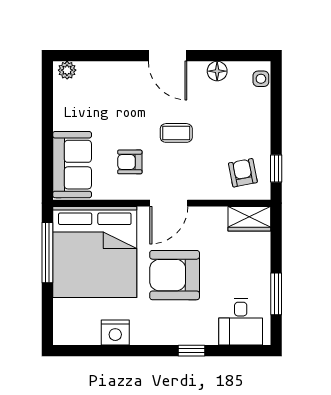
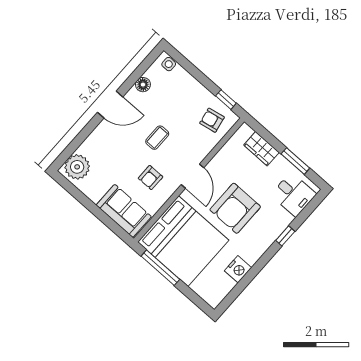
plant: (67, 70) -> (77, 167), width x1.88, depth x1.88
wardrobe: (249, 219) -> (261, 149), moved, turned 90

